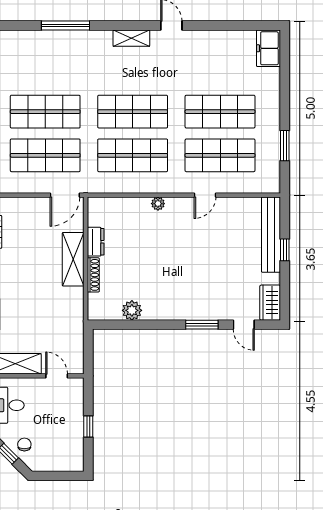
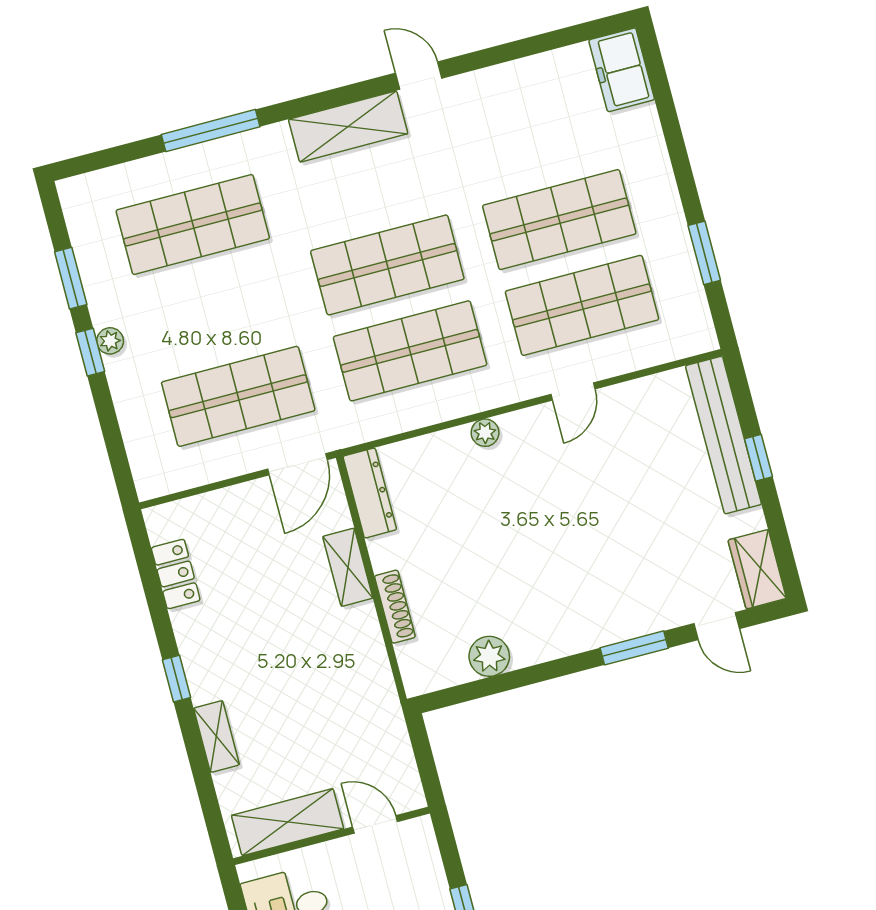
shelving: (131, 38) -> (348, 127), width x1.50, depth x1.33
shop shelf: (45, 112) -> (193, 224), moved
dresser: (96, 242) -> (370, 493), moved, width x1.44
shelving: (73, 259) -> (348, 567), width x0.67, depth x0.75

